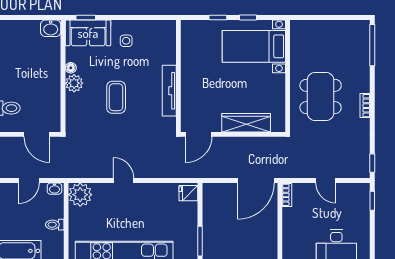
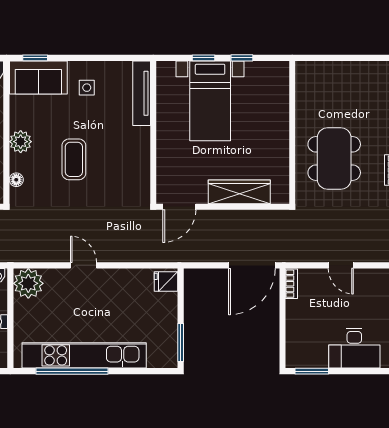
bed with nightstands: (254, 46) -> (210, 101), moved, turned -90
floor lamp: (71, 68) -> (16, 180), moved
tv unit: (169, 91) -> (142, 93), moved

